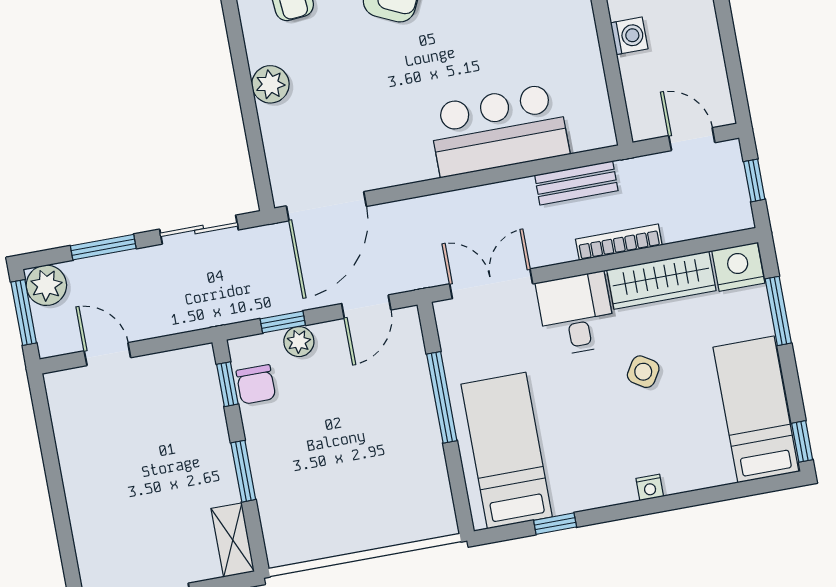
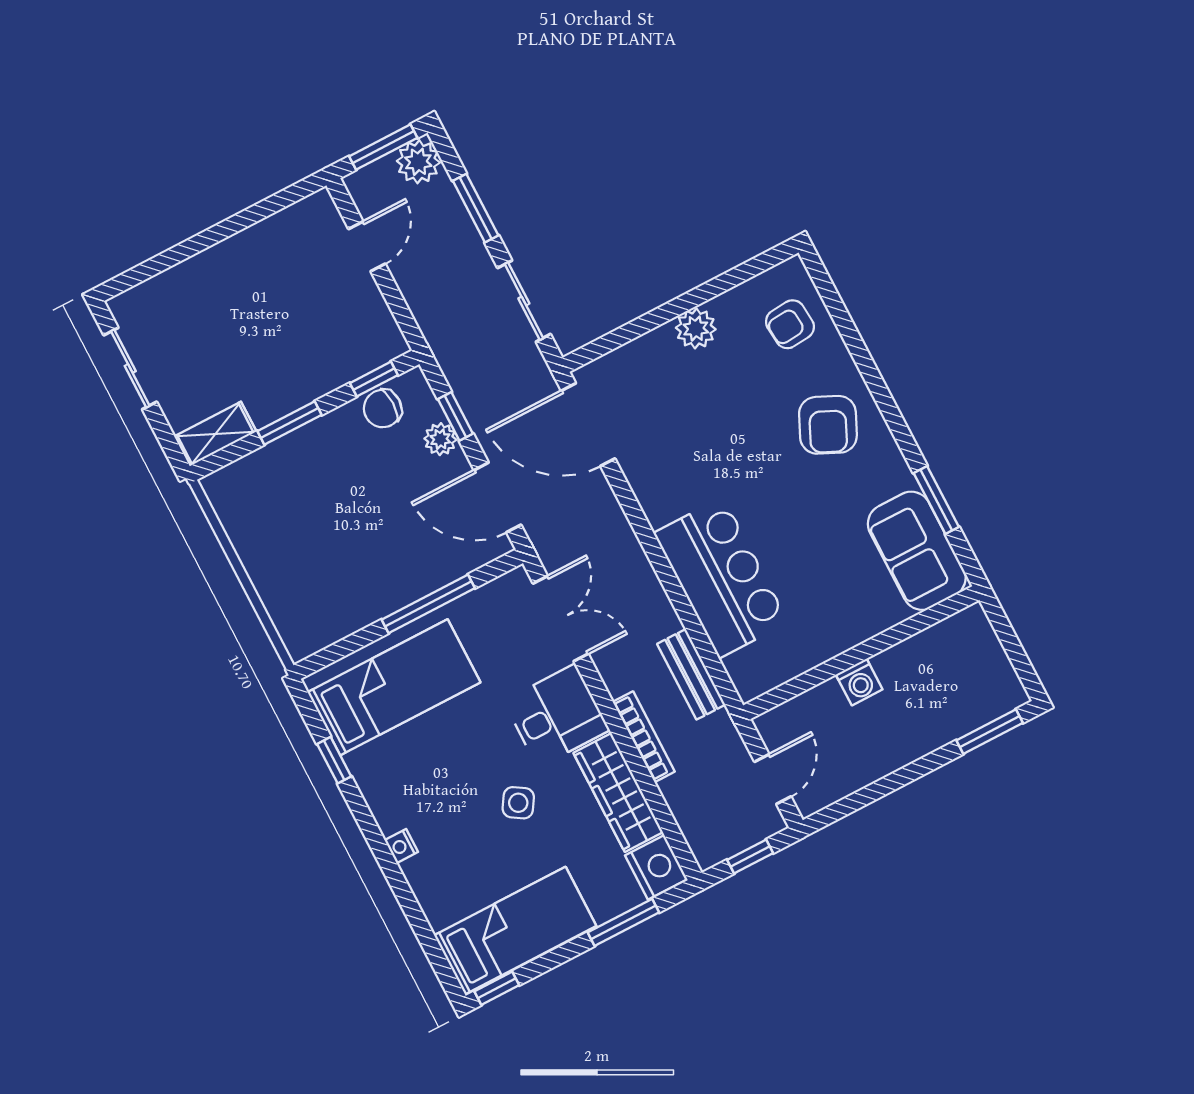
door: (366, 307) -> (498, 497), width x1.37

